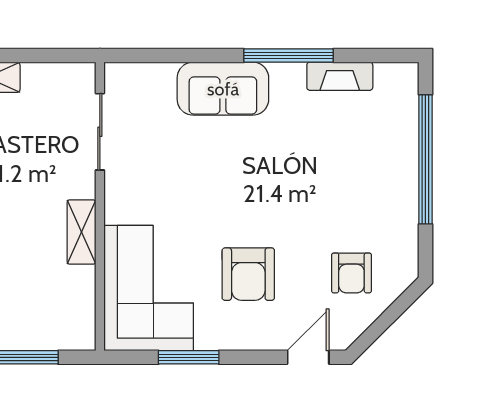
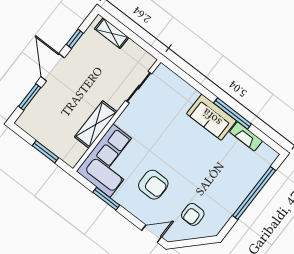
sofa: (223, 89) -> (212, 117), moved
shelving: (81, 232) -> (96, 124), width x1.50, depth x1.33
armchair: (248, 274) -> (153, 185), turned -90

